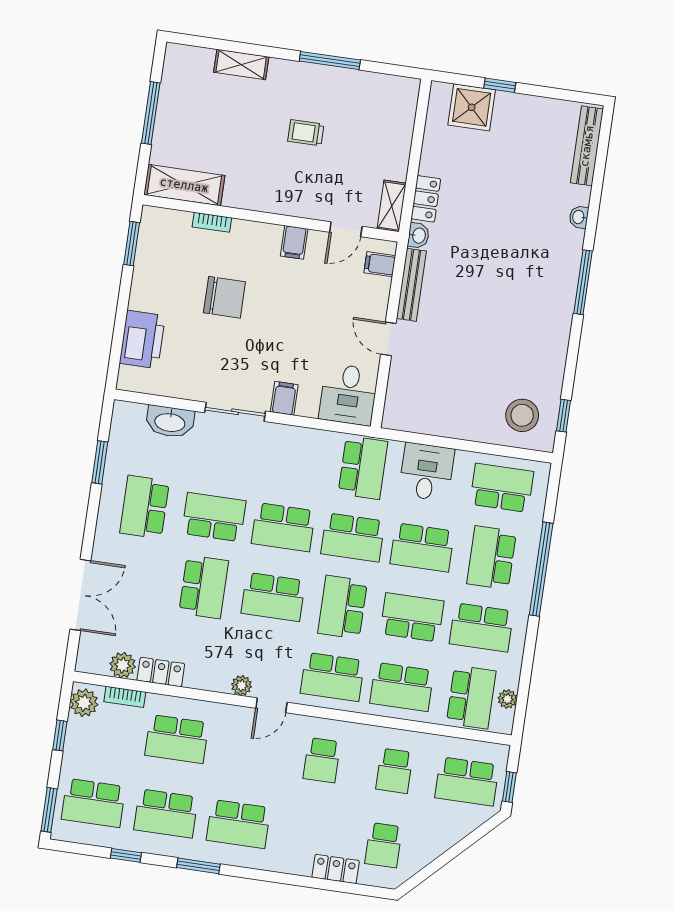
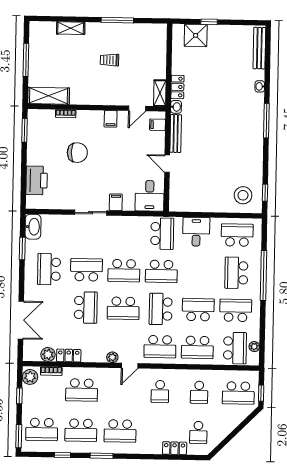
washbasin: (170, 422) -> (33, 227), moved, turned -90
school desk: (422, 547) -> (199, 272), removed
school desk: (481, 627) -> (236, 310), turned 180

